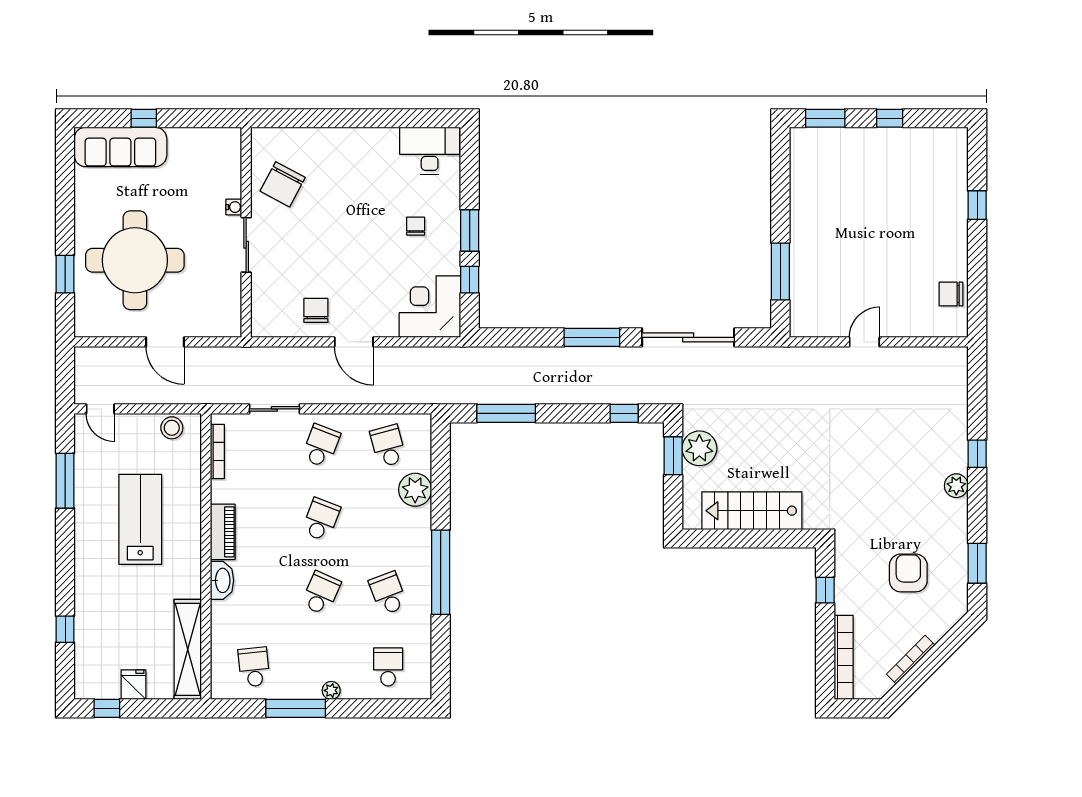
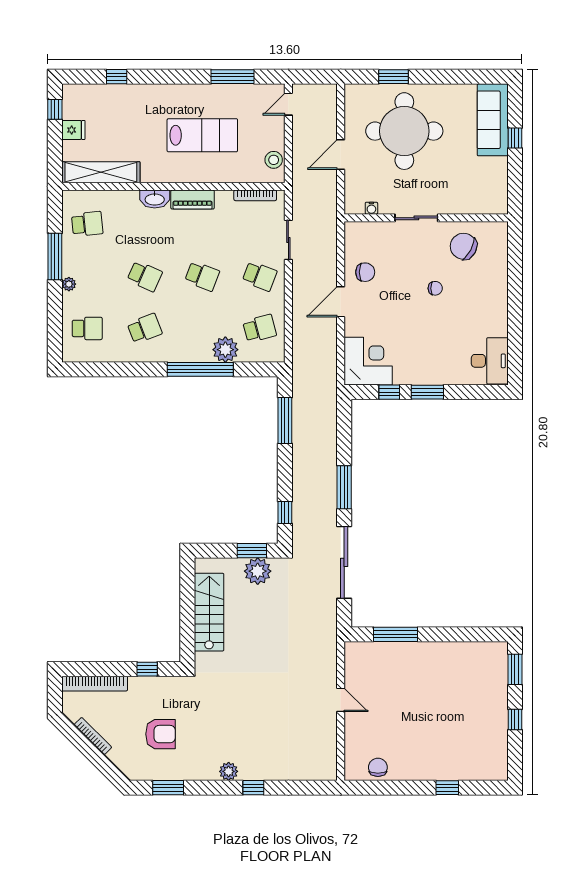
water cooler: (234, 207) -> (371, 208), moved
chair: (416, 226) -> (435, 288), moved
window: (441, 572) -> (200, 369), moved

